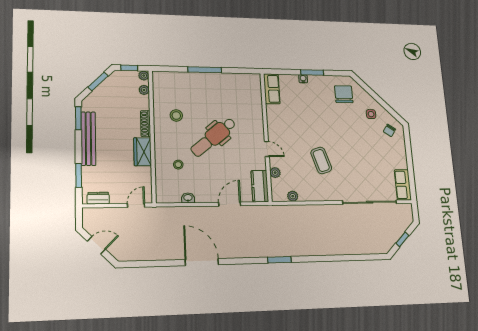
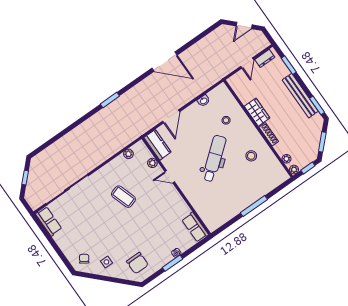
door: (136, 205) -> (247, 63), moved

